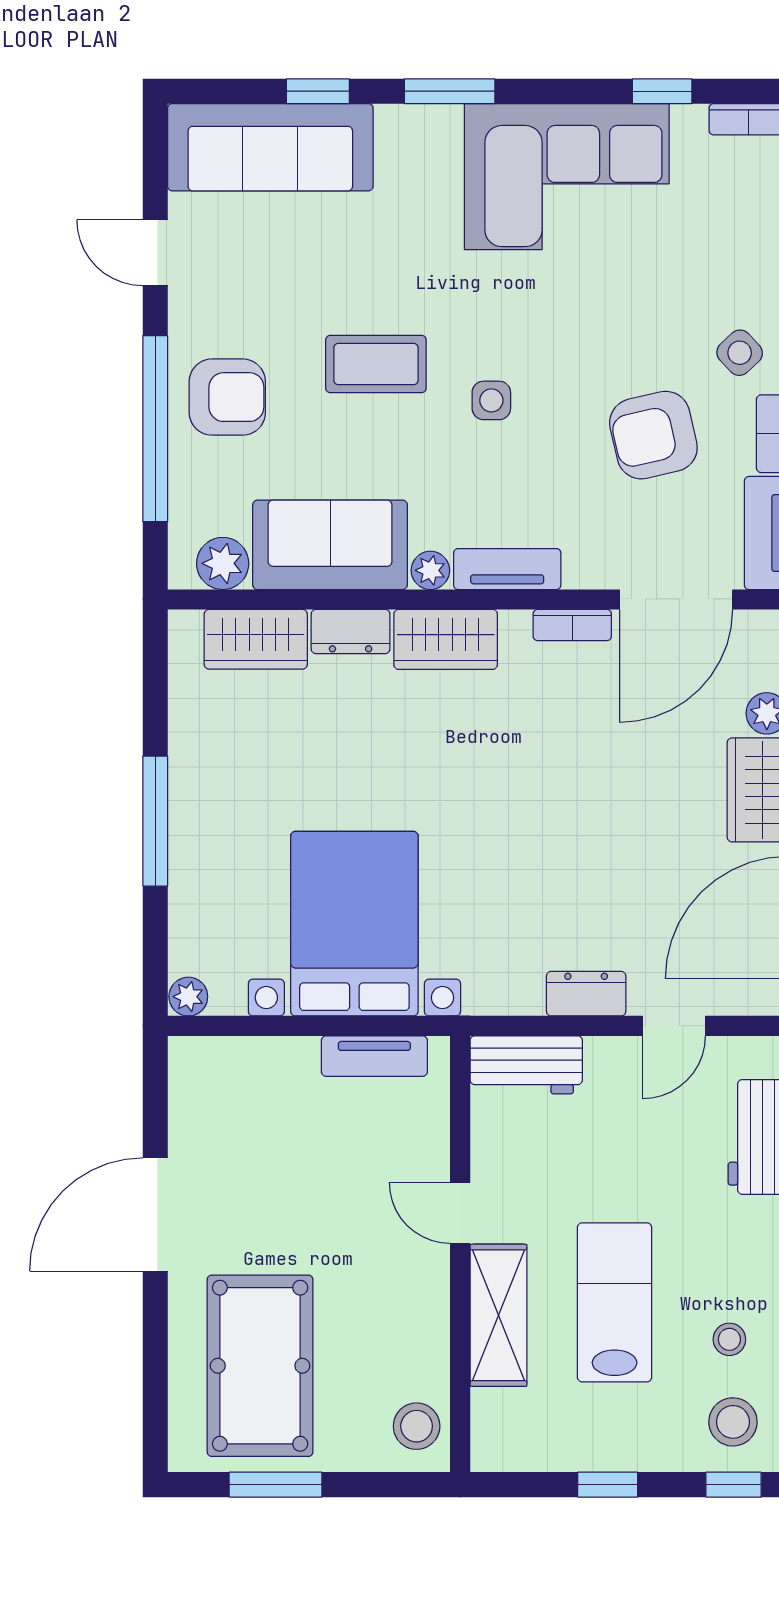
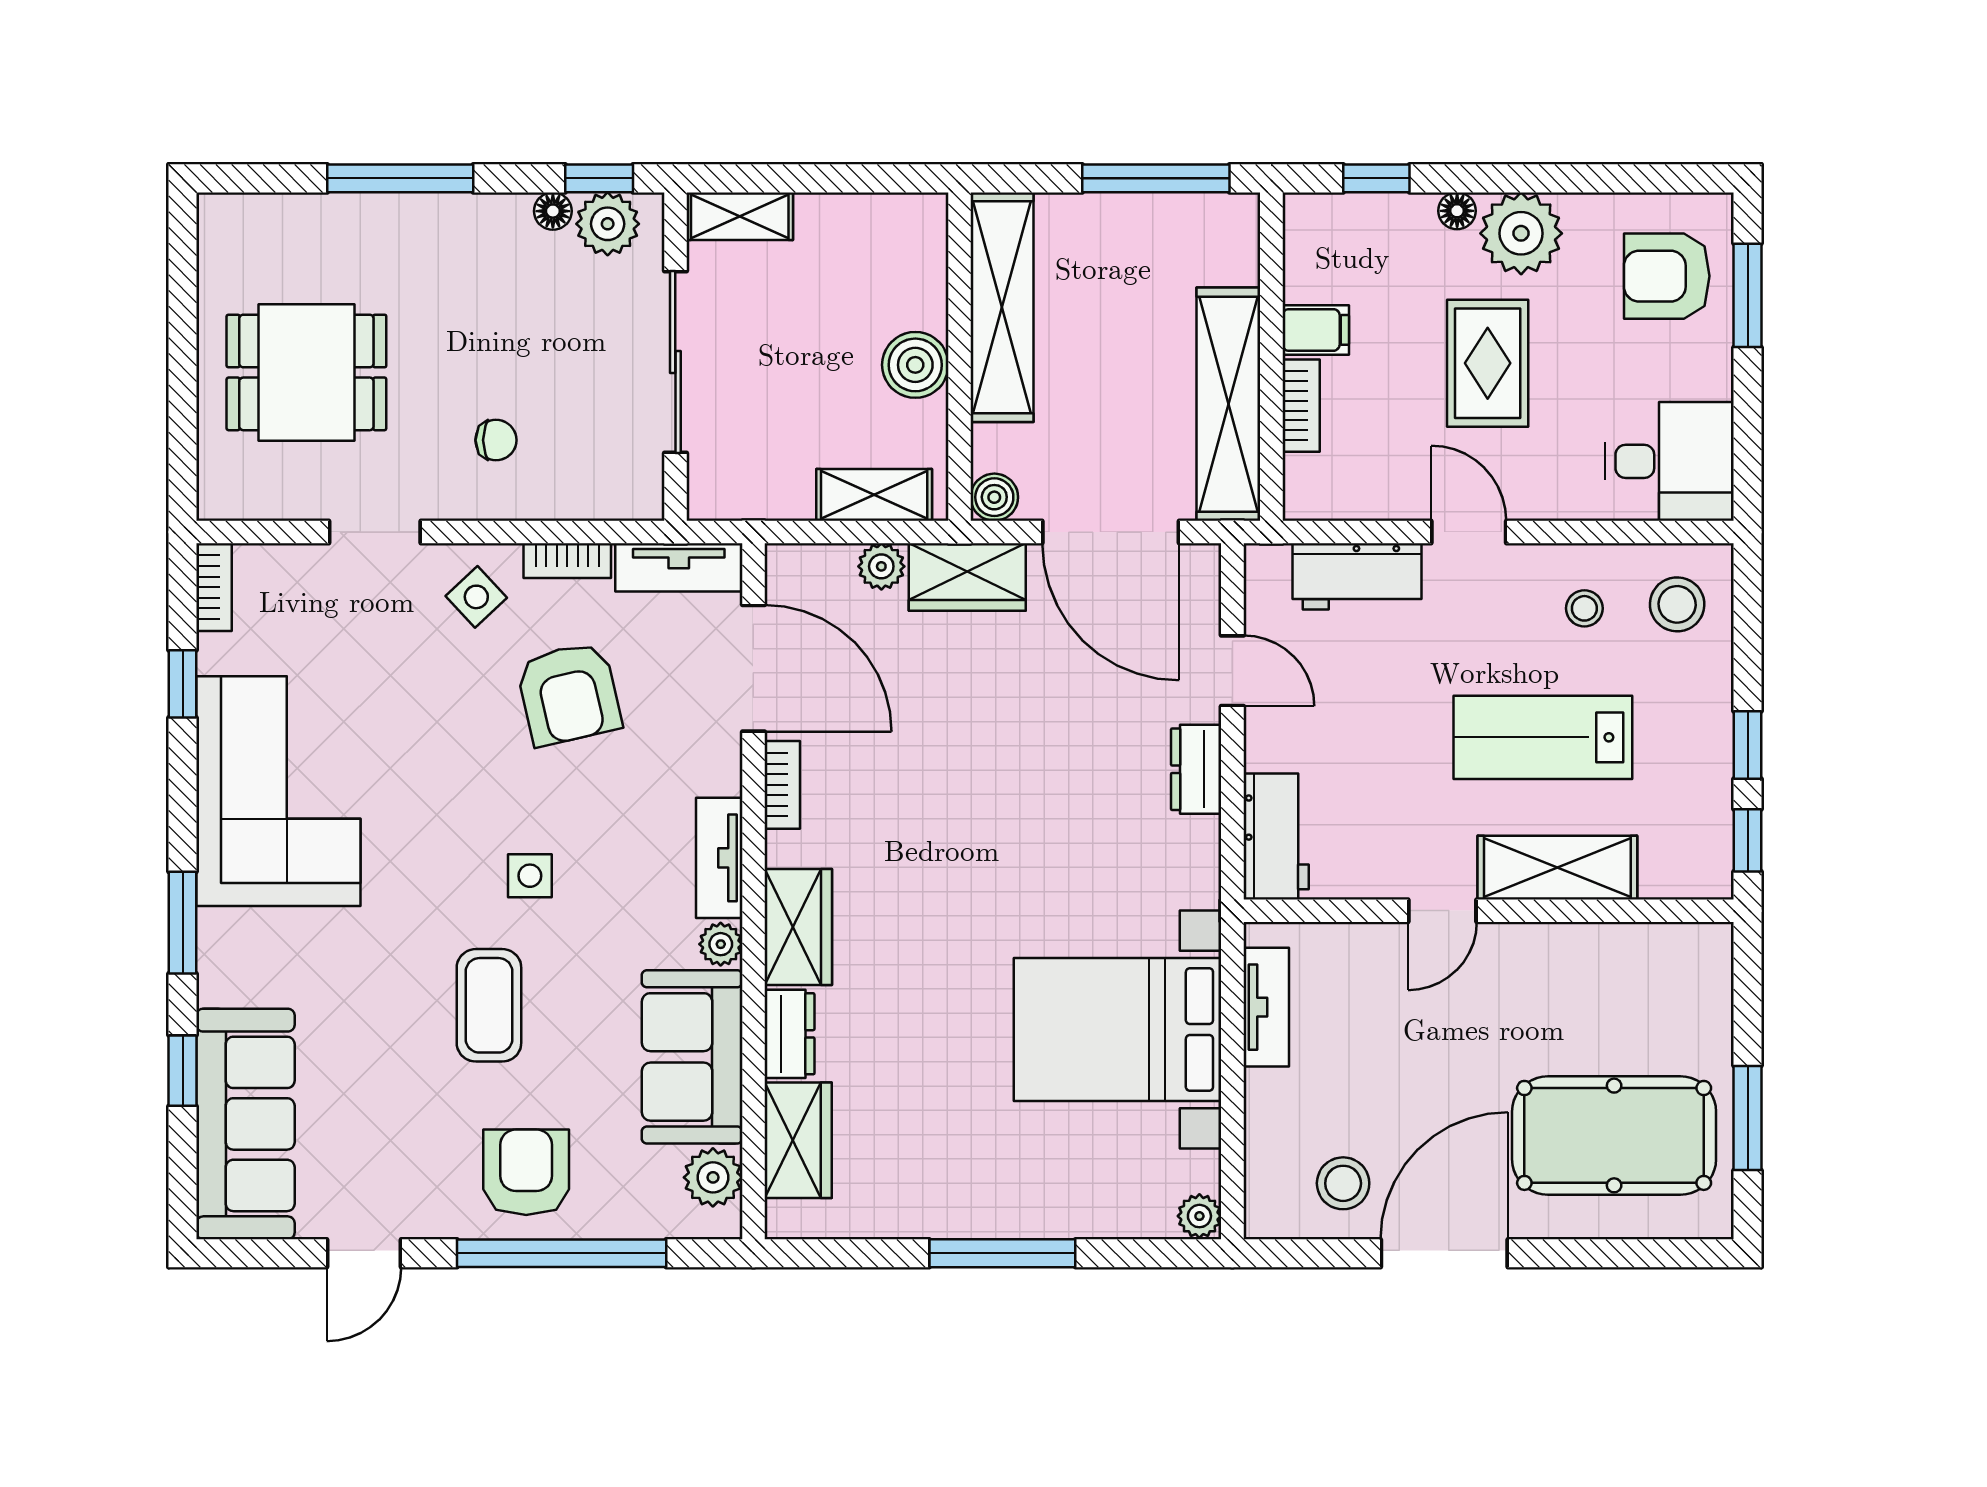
door: (155, 1215) -> (1444, 1253), swing flipped
stool: (417, 1426) -> (1343, 1183), moved
window: (733, 1485) -> (1748, 840), moved

